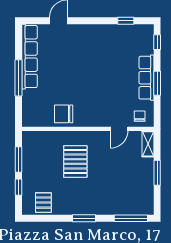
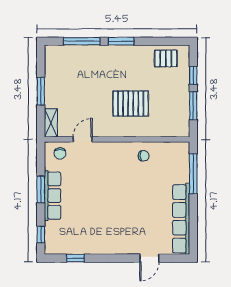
window: (18, 78) -> (193, 174), moved
chair: (64, 114) -> (144, 156), width x0.54, depth x0.54
pallet: (75, 161) -> (131, 104), turned 90
pallet: (43, 203) -> (166, 58), turned 90
window: (131, 218) -> (82, 41), moved

